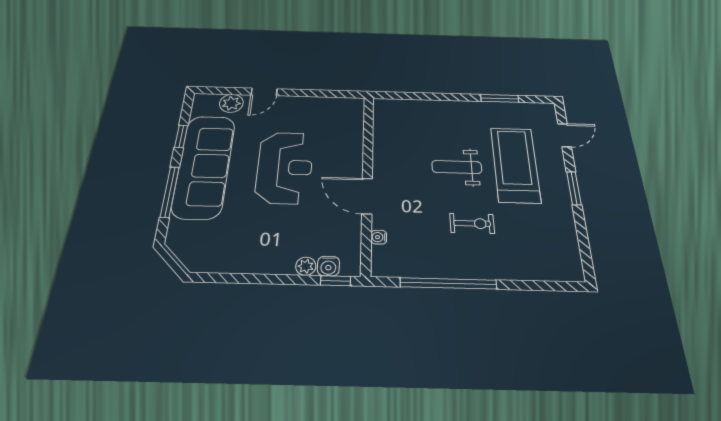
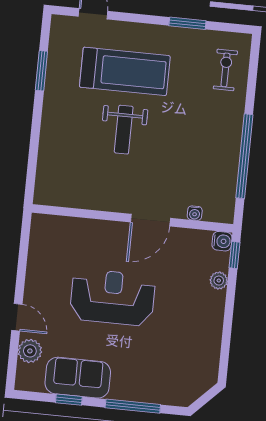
treadmill: (515, 165) -> (125, 71), turned 180
sofa: (204, 166) -> (78, 378), width x0.54, depth x0.79
window: (574, 188) -> (187, 23), moved
exercise bike: (472, 223) -> (225, 70), moved
water cooler: (328, 266) -> (222, 241), moved

